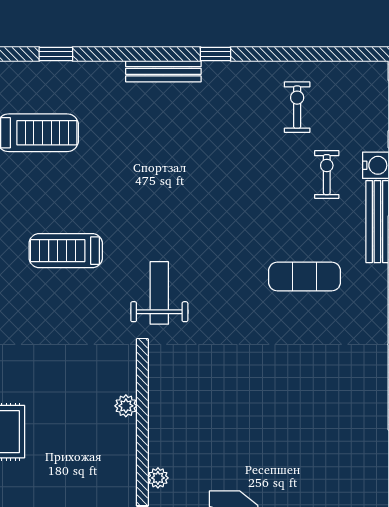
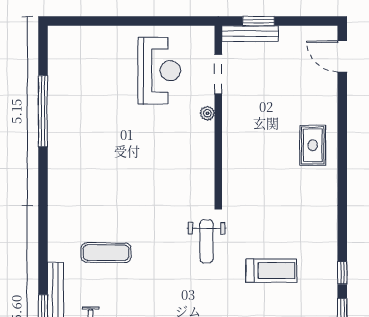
plant: (126, 406) -> (230, 163), removed

